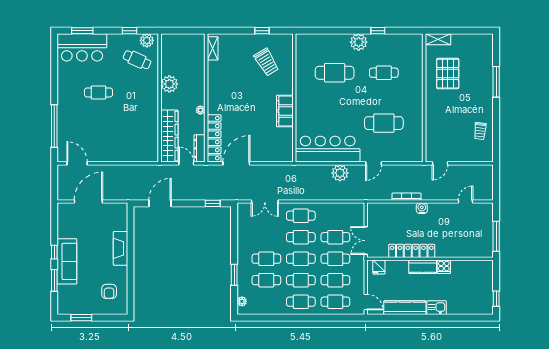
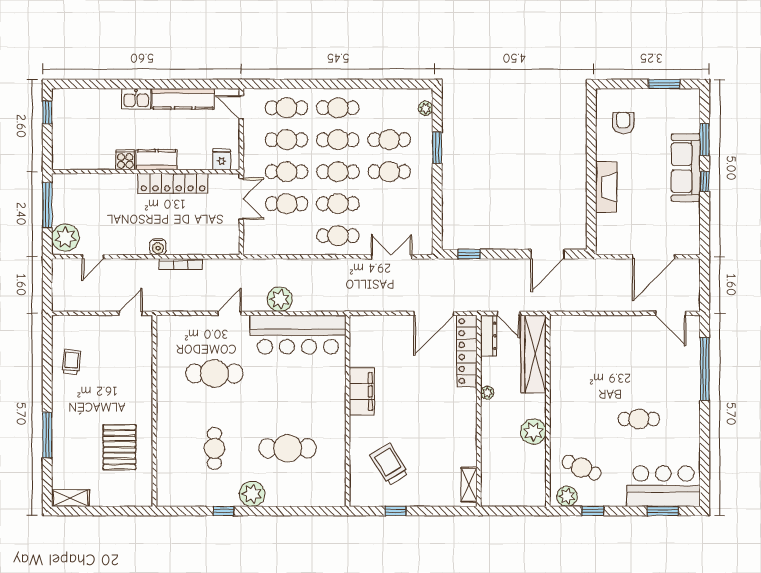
shelving: (438, 39) -> (70, 498), moved
cafe table: (384, 73) -> (214, 448), turned 90
plant: (484, 214) -> (65, 238), added

